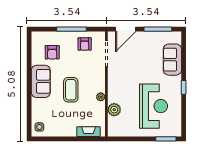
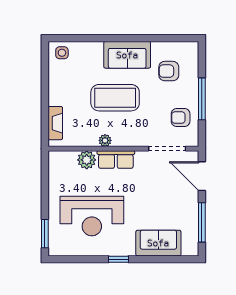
row of seats: (114, 89) -> (116, 159), added
coffee table: (71, 90) -> (115, 98), width x1.36, depth x1.32

